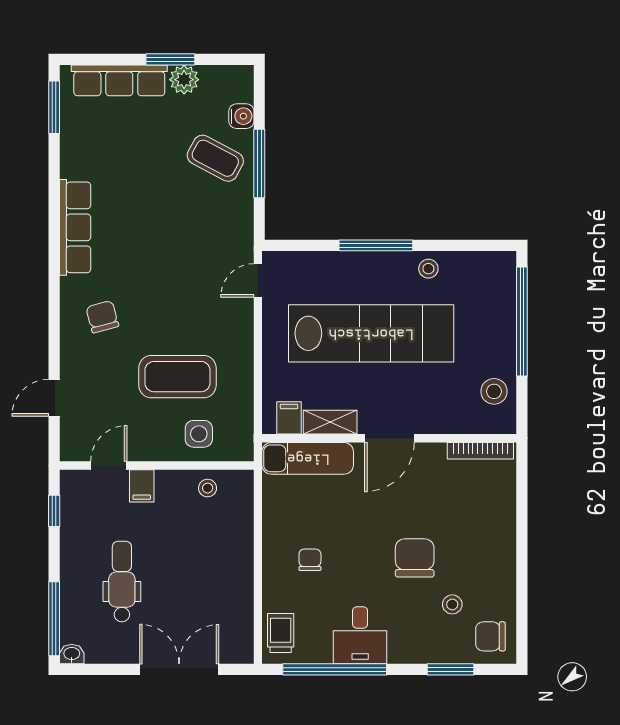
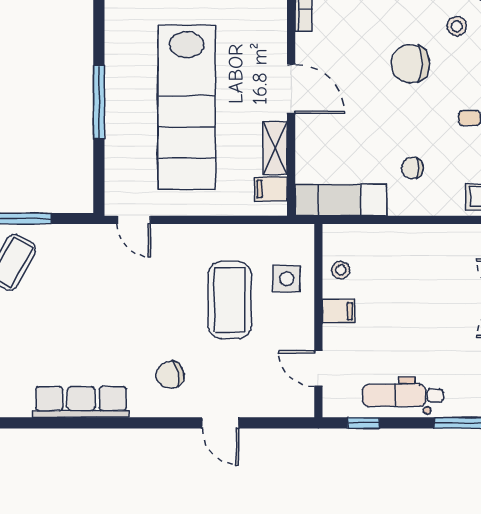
stool: (428, 269) -> (122, 50), removed
lab bench: (371, 333) -> (187, 107), turned 180
door: (54, 398) -> (220, 423), moved
exam couch: (308, 458) -> (341, 200), moved, turned -90
filing cabinet: (142, 486) -> (339, 311), moved
dental chair: (122, 581) -> (403, 395), moved

